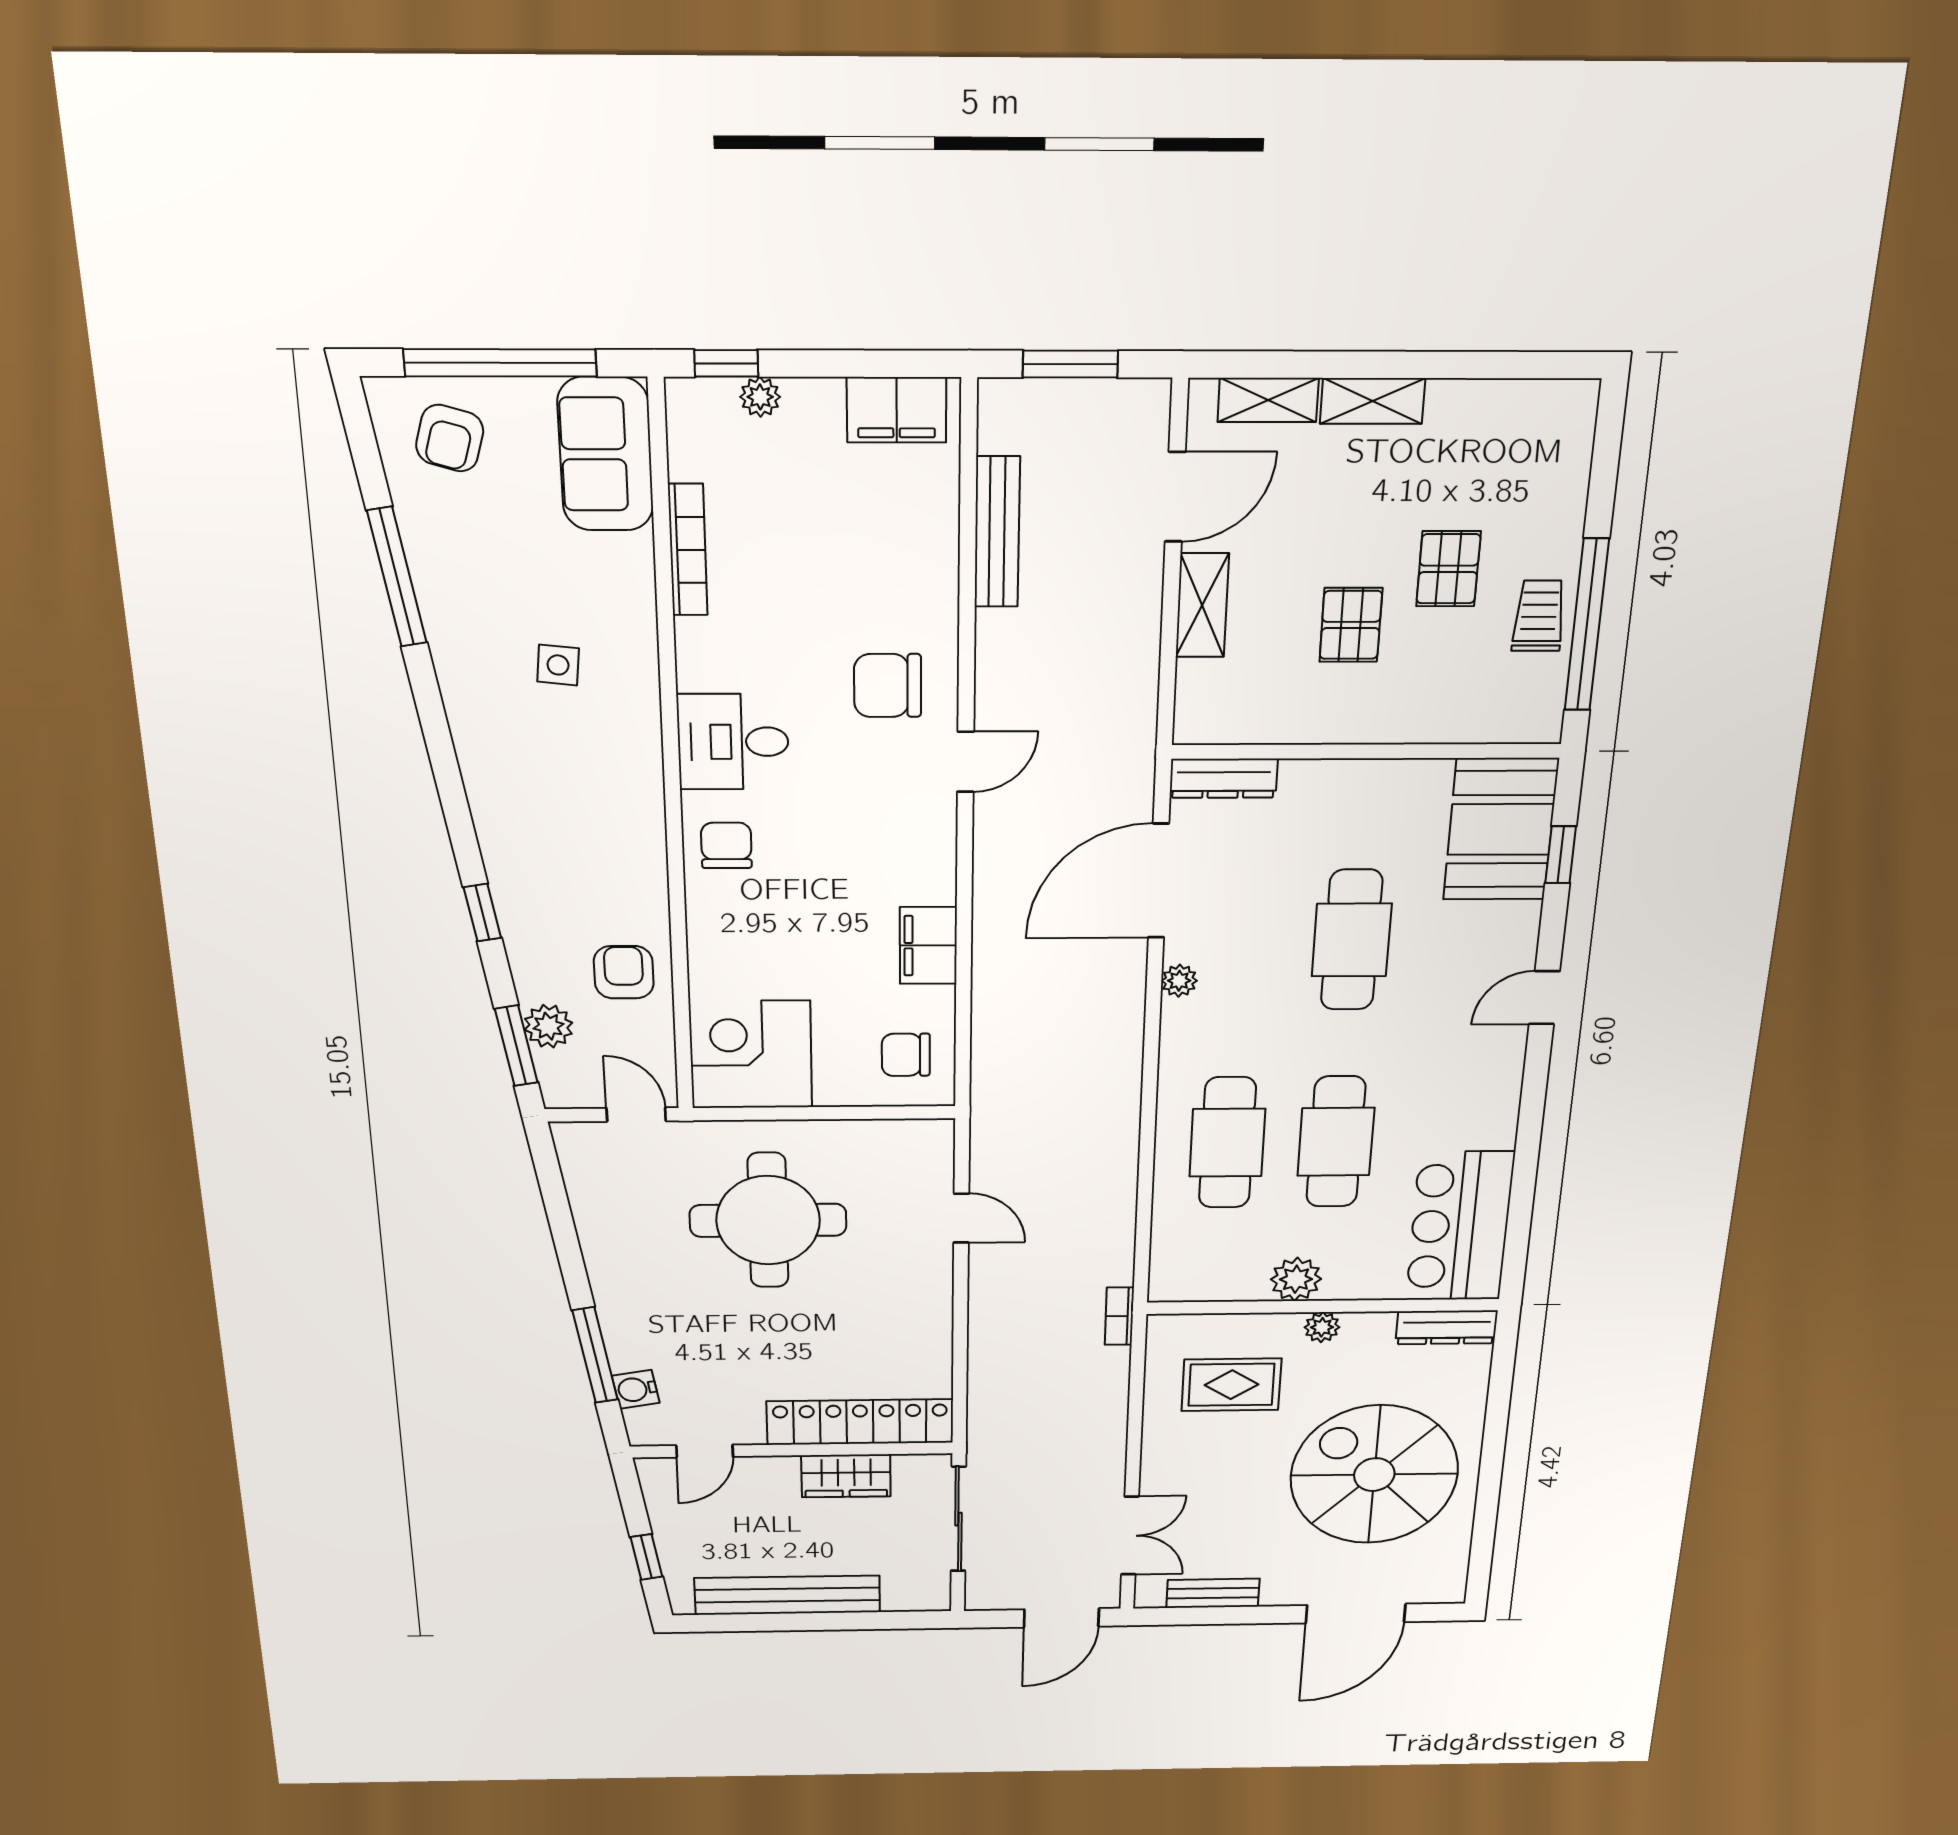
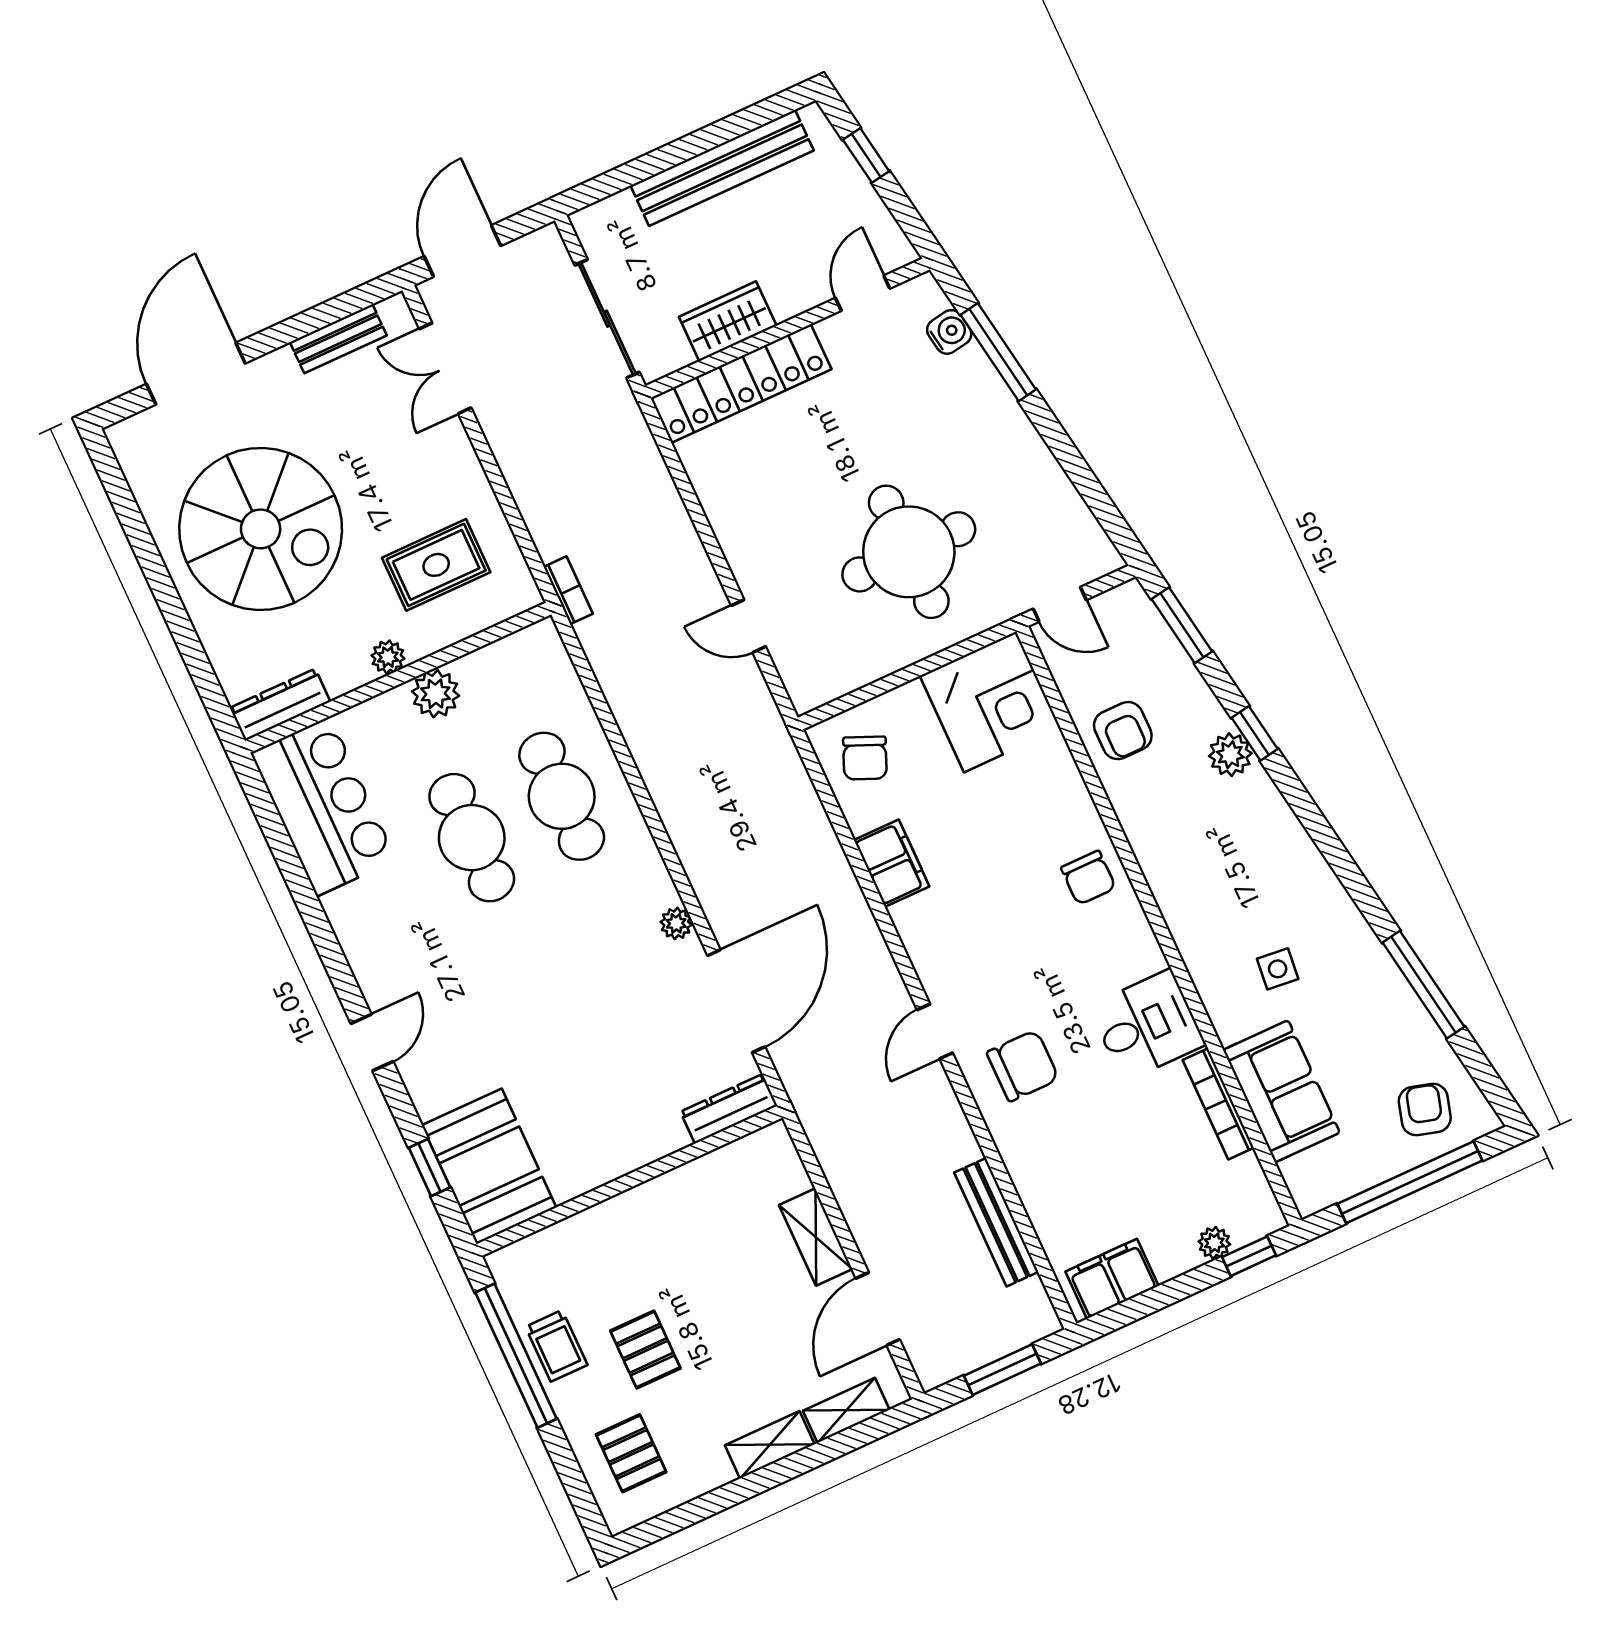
sofa: (606, 454) -> (1281, 1091), moved
pallet: (1351, 625) -> (631, 1453), moved
desk: (733, 742) -> (1147, 1025), moved
cafe table: (1352, 940) -> (556, 1021), removed
plant: (548, 1026) -> (1230, 755), moved
chair: (906, 1055) -> (865, 758), turned 113

